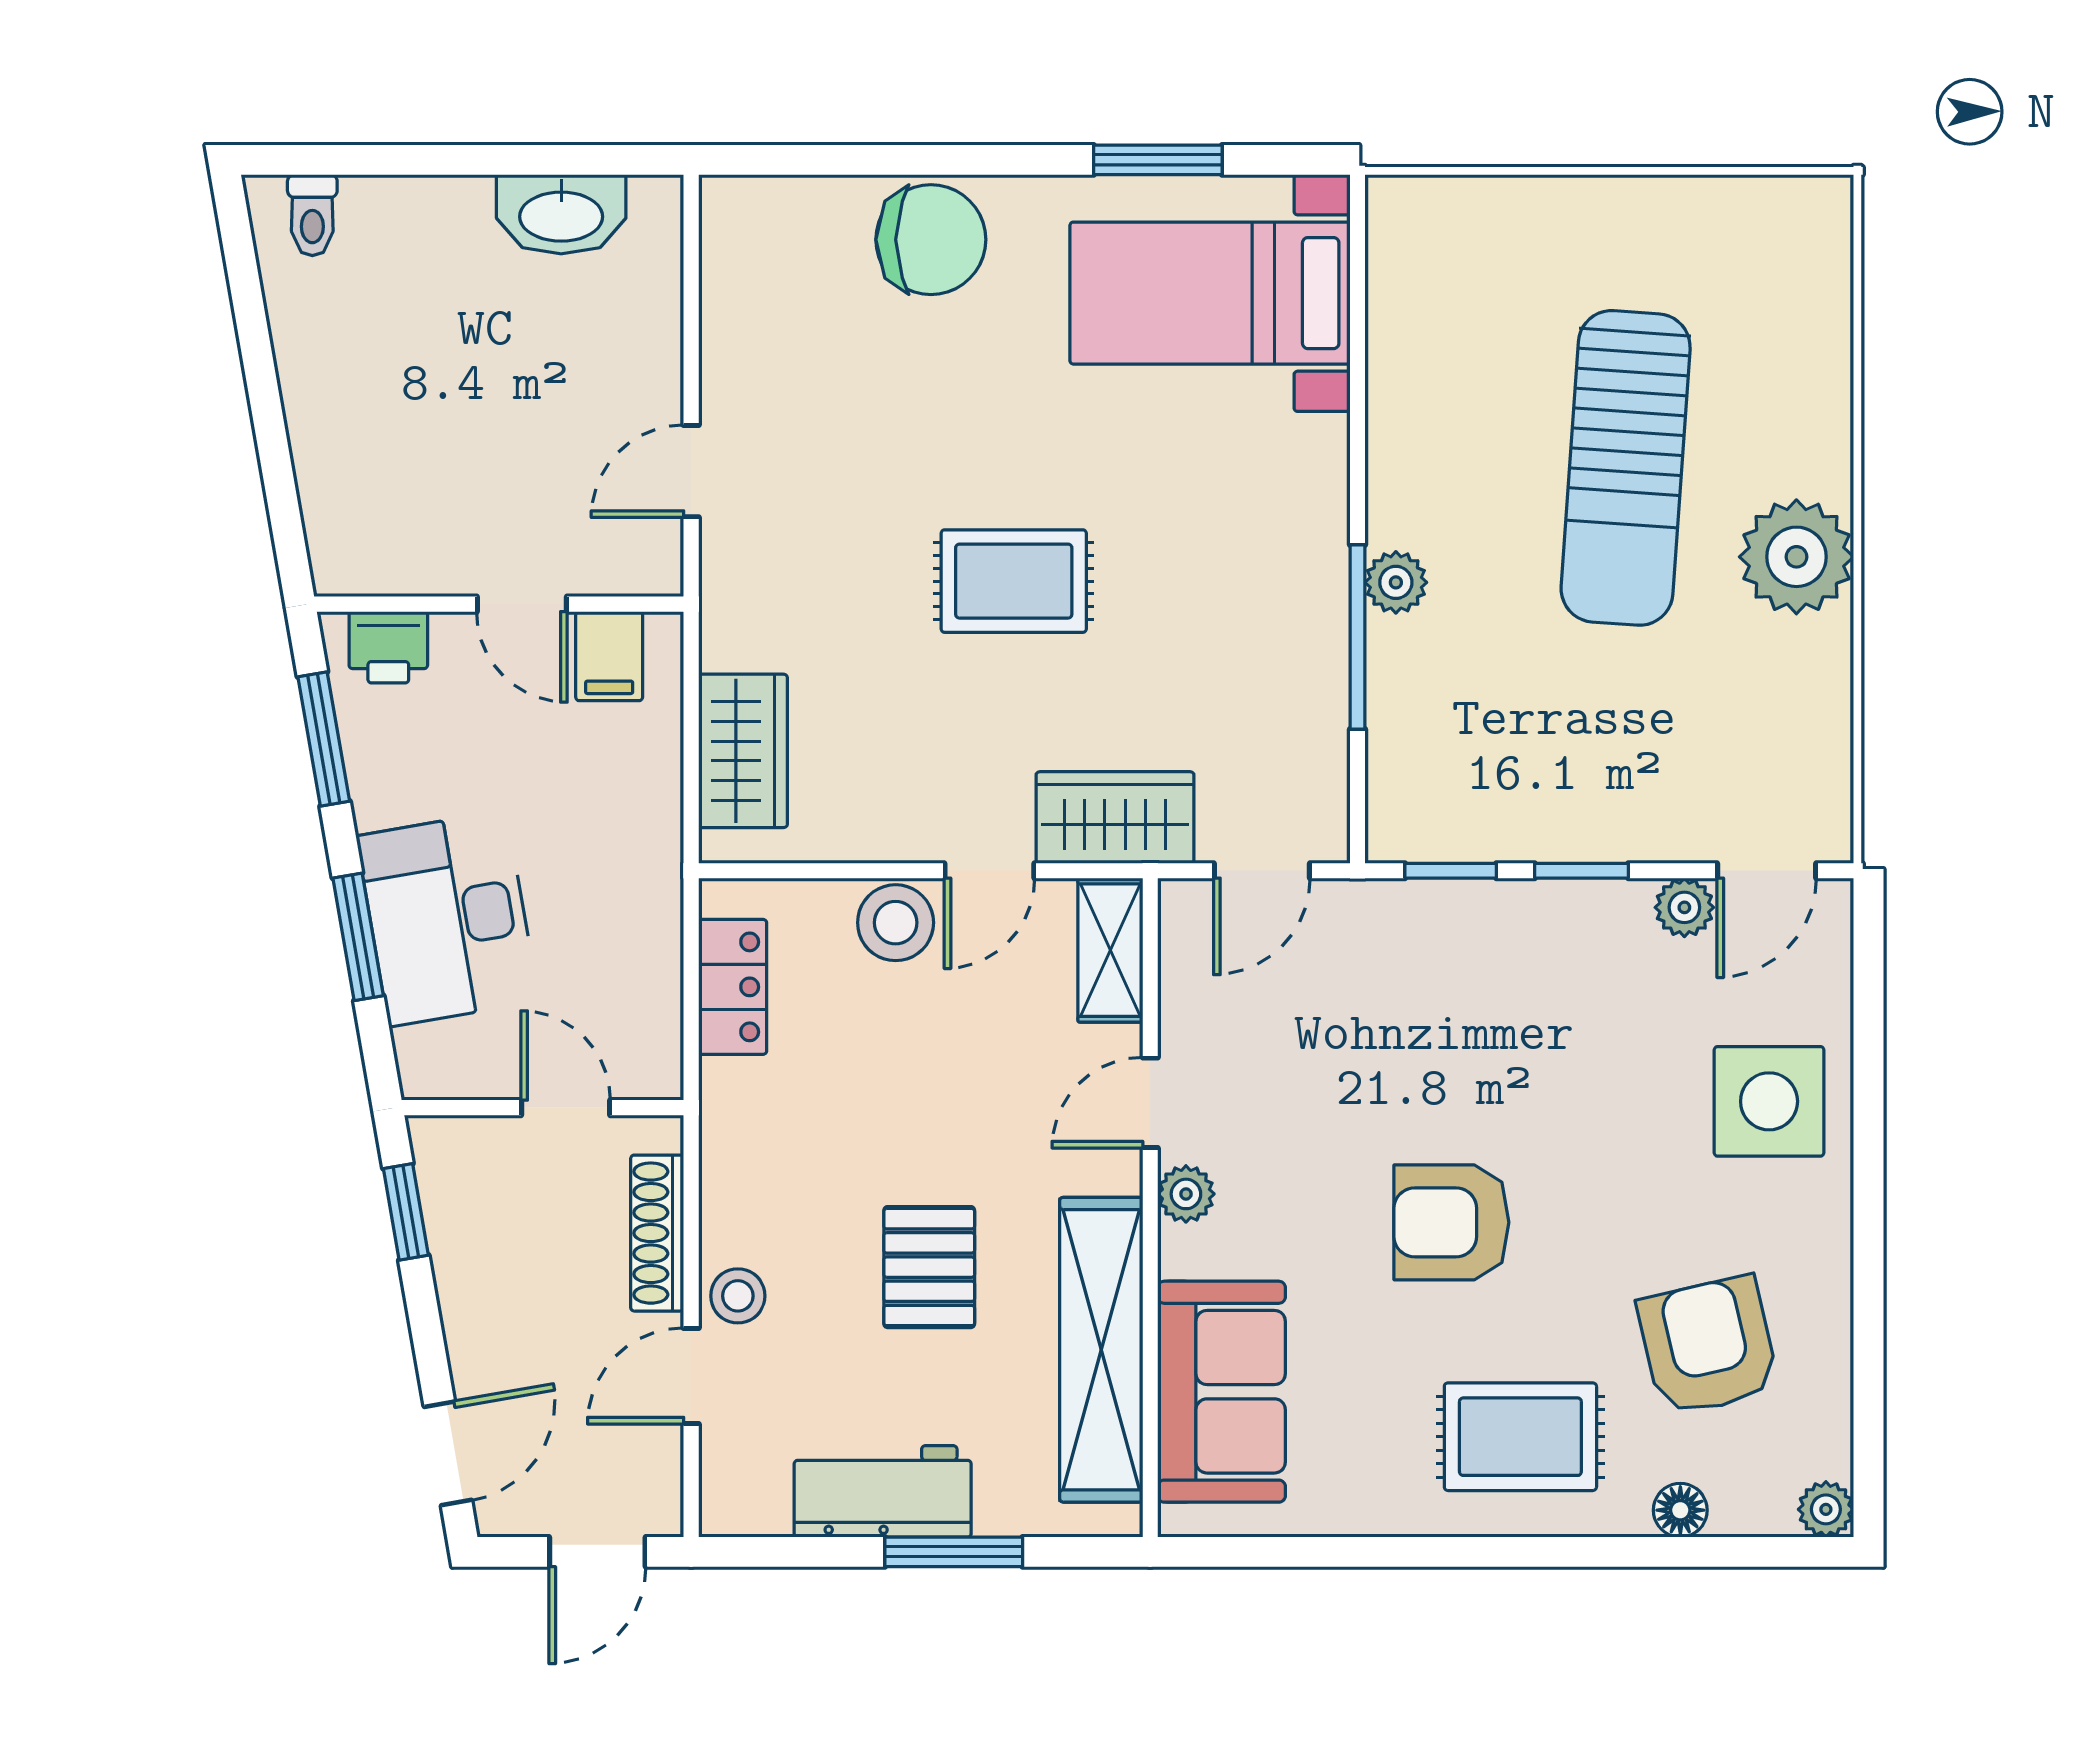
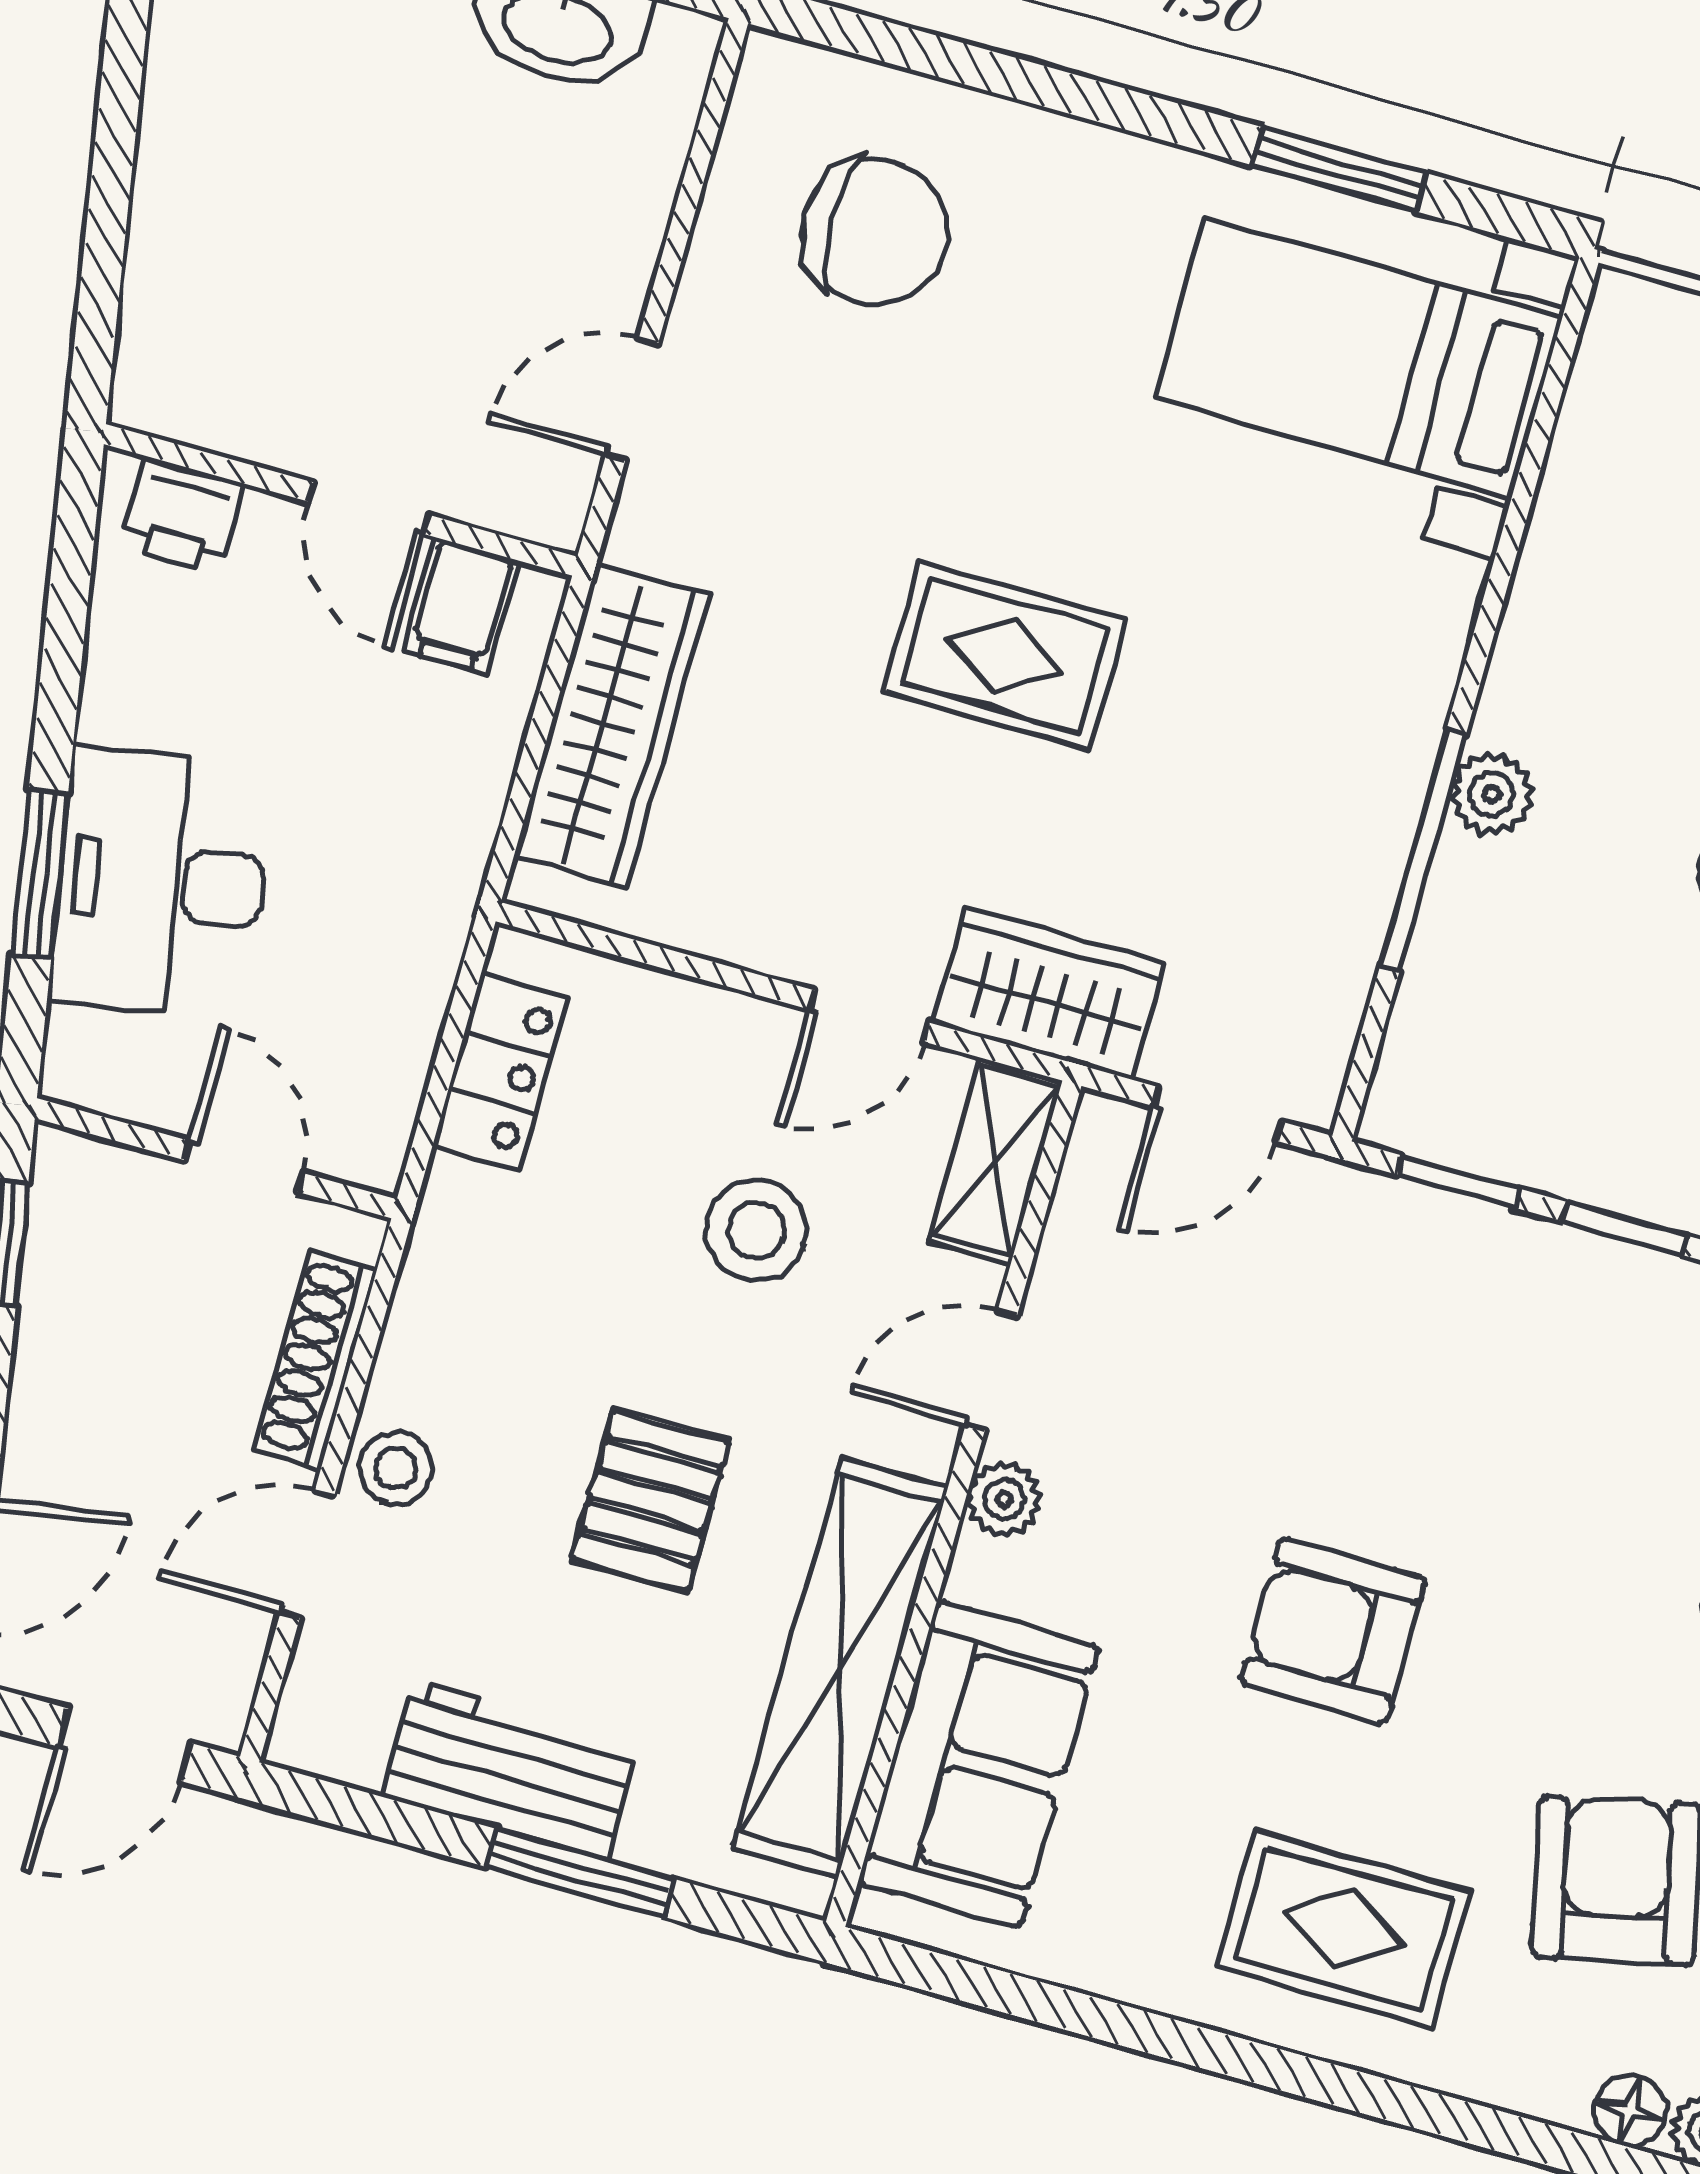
chair: (931, 240) -> (875, 232), moved
window: (324, 739) -> (67, 609), removed
wardrobe: (743, 751) -> (612, 726), width x1.50
stool: (896, 923) -> (756, 1230), moved
floor lamp: (1680, 1510) -> (1630, 2111), moved

